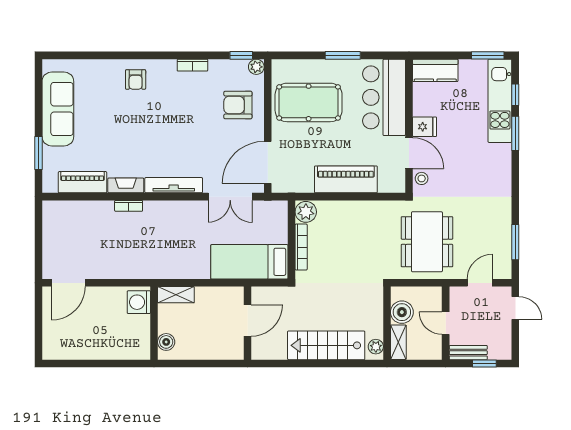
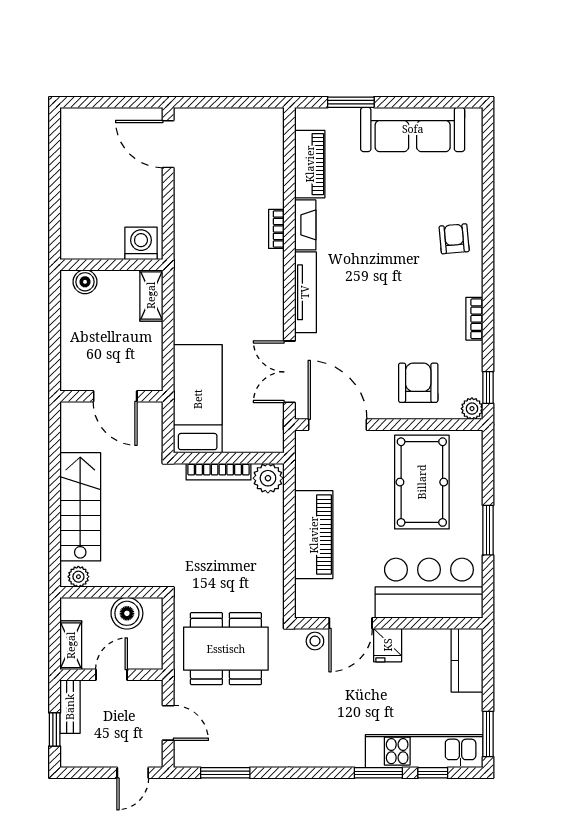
armchair: (136, 79) -> (454, 239), turned 85
shelving: (398, 342) -> (71, 645), moved, turned 90

